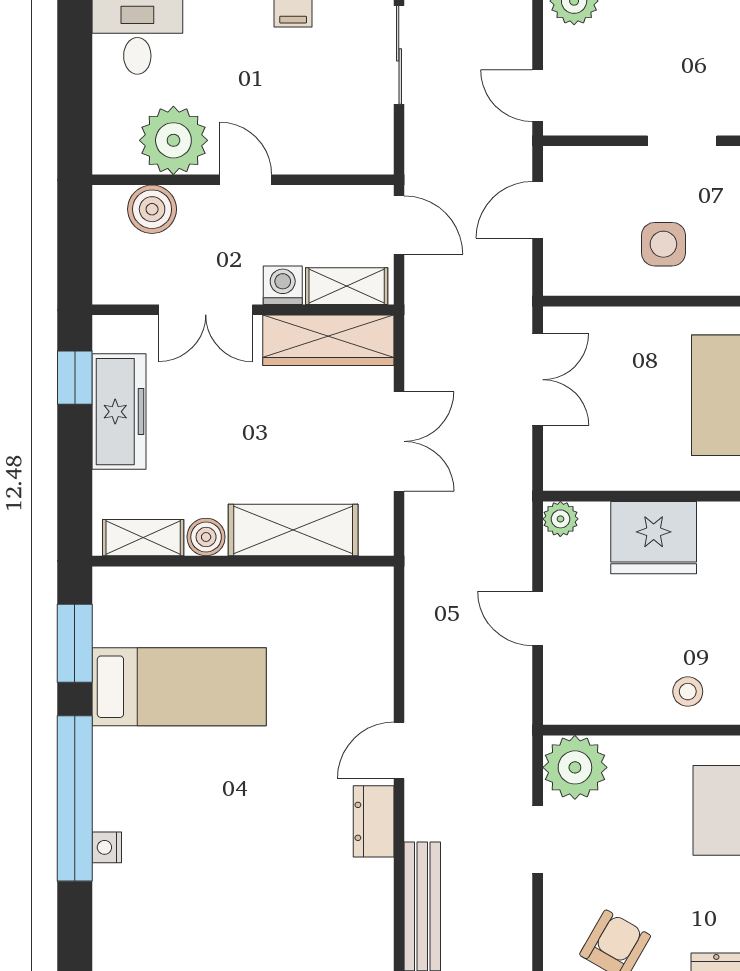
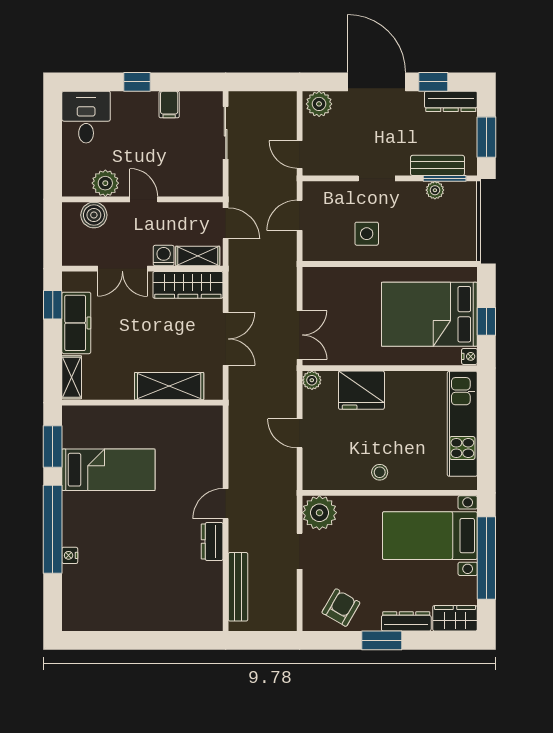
plant: (173, 140) -> (105, 183), width x0.73, depth x0.73
double door: (538, 380) -> (300, 335), moved
boiler: (206, 537) -> (123, 390), removed
shelving: (143, 538) -> (72, 377), moved, turned 90

